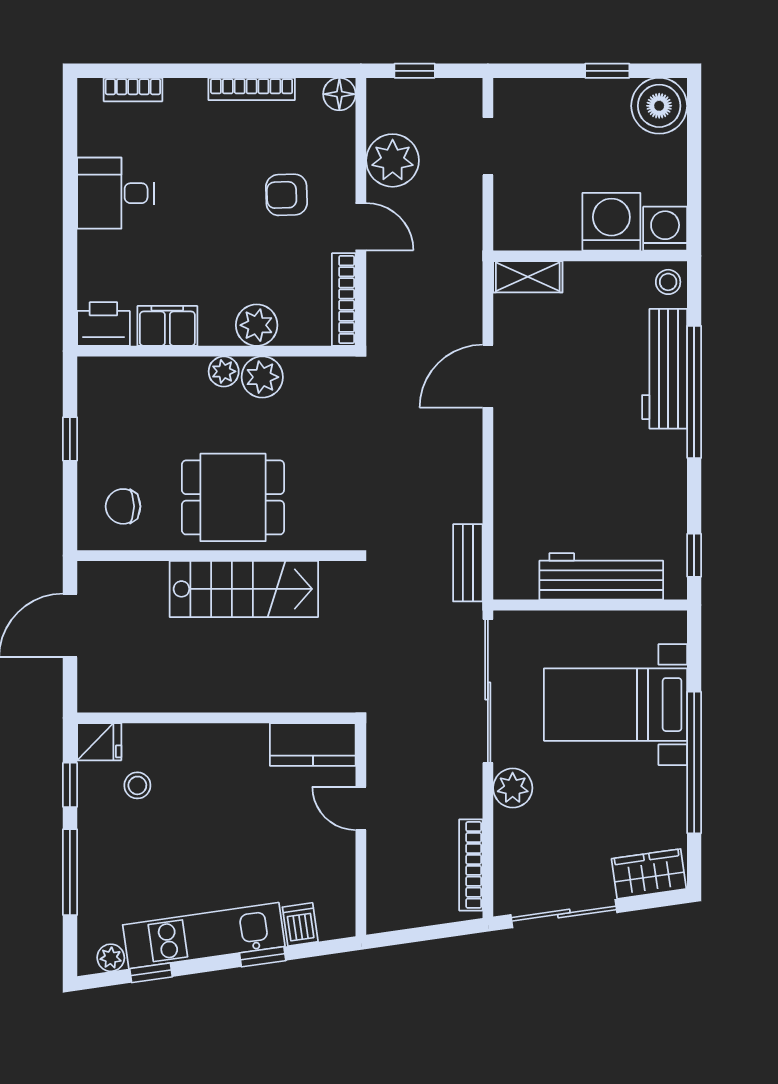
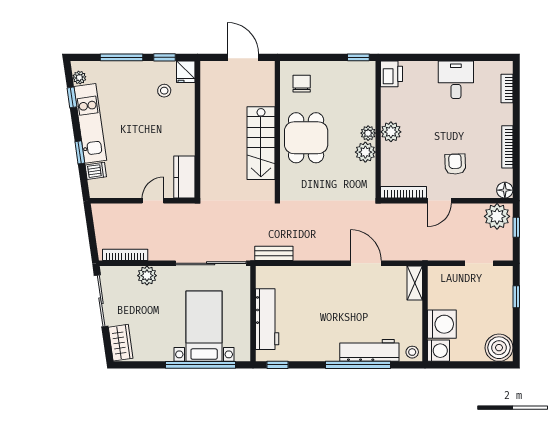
window: (607, 71) -> (516, 297), moved
plant: (393, 160) -> (497, 216), moved
plant: (257, 325) -> (391, 132), moved
filing cabinet: (167, 326) -> (391, 105), removed
window: (70, 439) -> (358, 57), moved
window: (694, 763) -> (201, 365), moved
plant: (513, 788) -> (147, 276), moved

